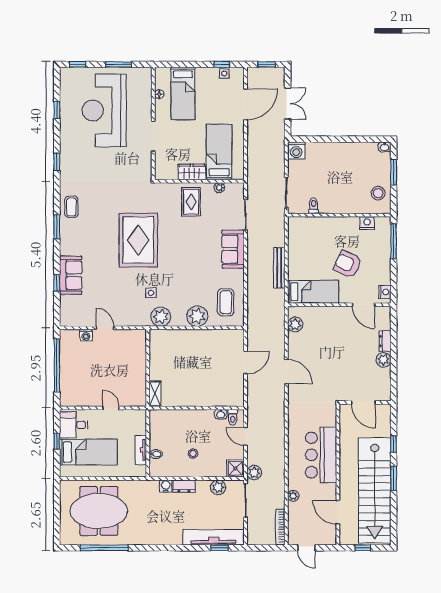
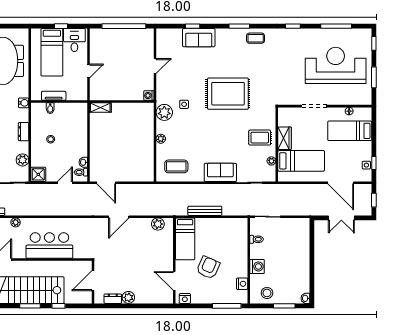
window: (57, 110) -> (336, 26), width x2.17
washing machine: (296, 150) -> (257, 266), moved, turned 180
door: (364, 305) -> (174, 281), hinge flipped
plant: (197, 316) -> (161, 139), width x0.53, depth x0.53
washing machine: (86, 335) -> (149, 95), moved
dresser: (385, 341) -> (113, 299), moved
door: (246, 363) -> (106, 183), moved
plant: (254, 473) -> (35, 190), removed
water cooler: (166, 486) -> (24, 103), moved

